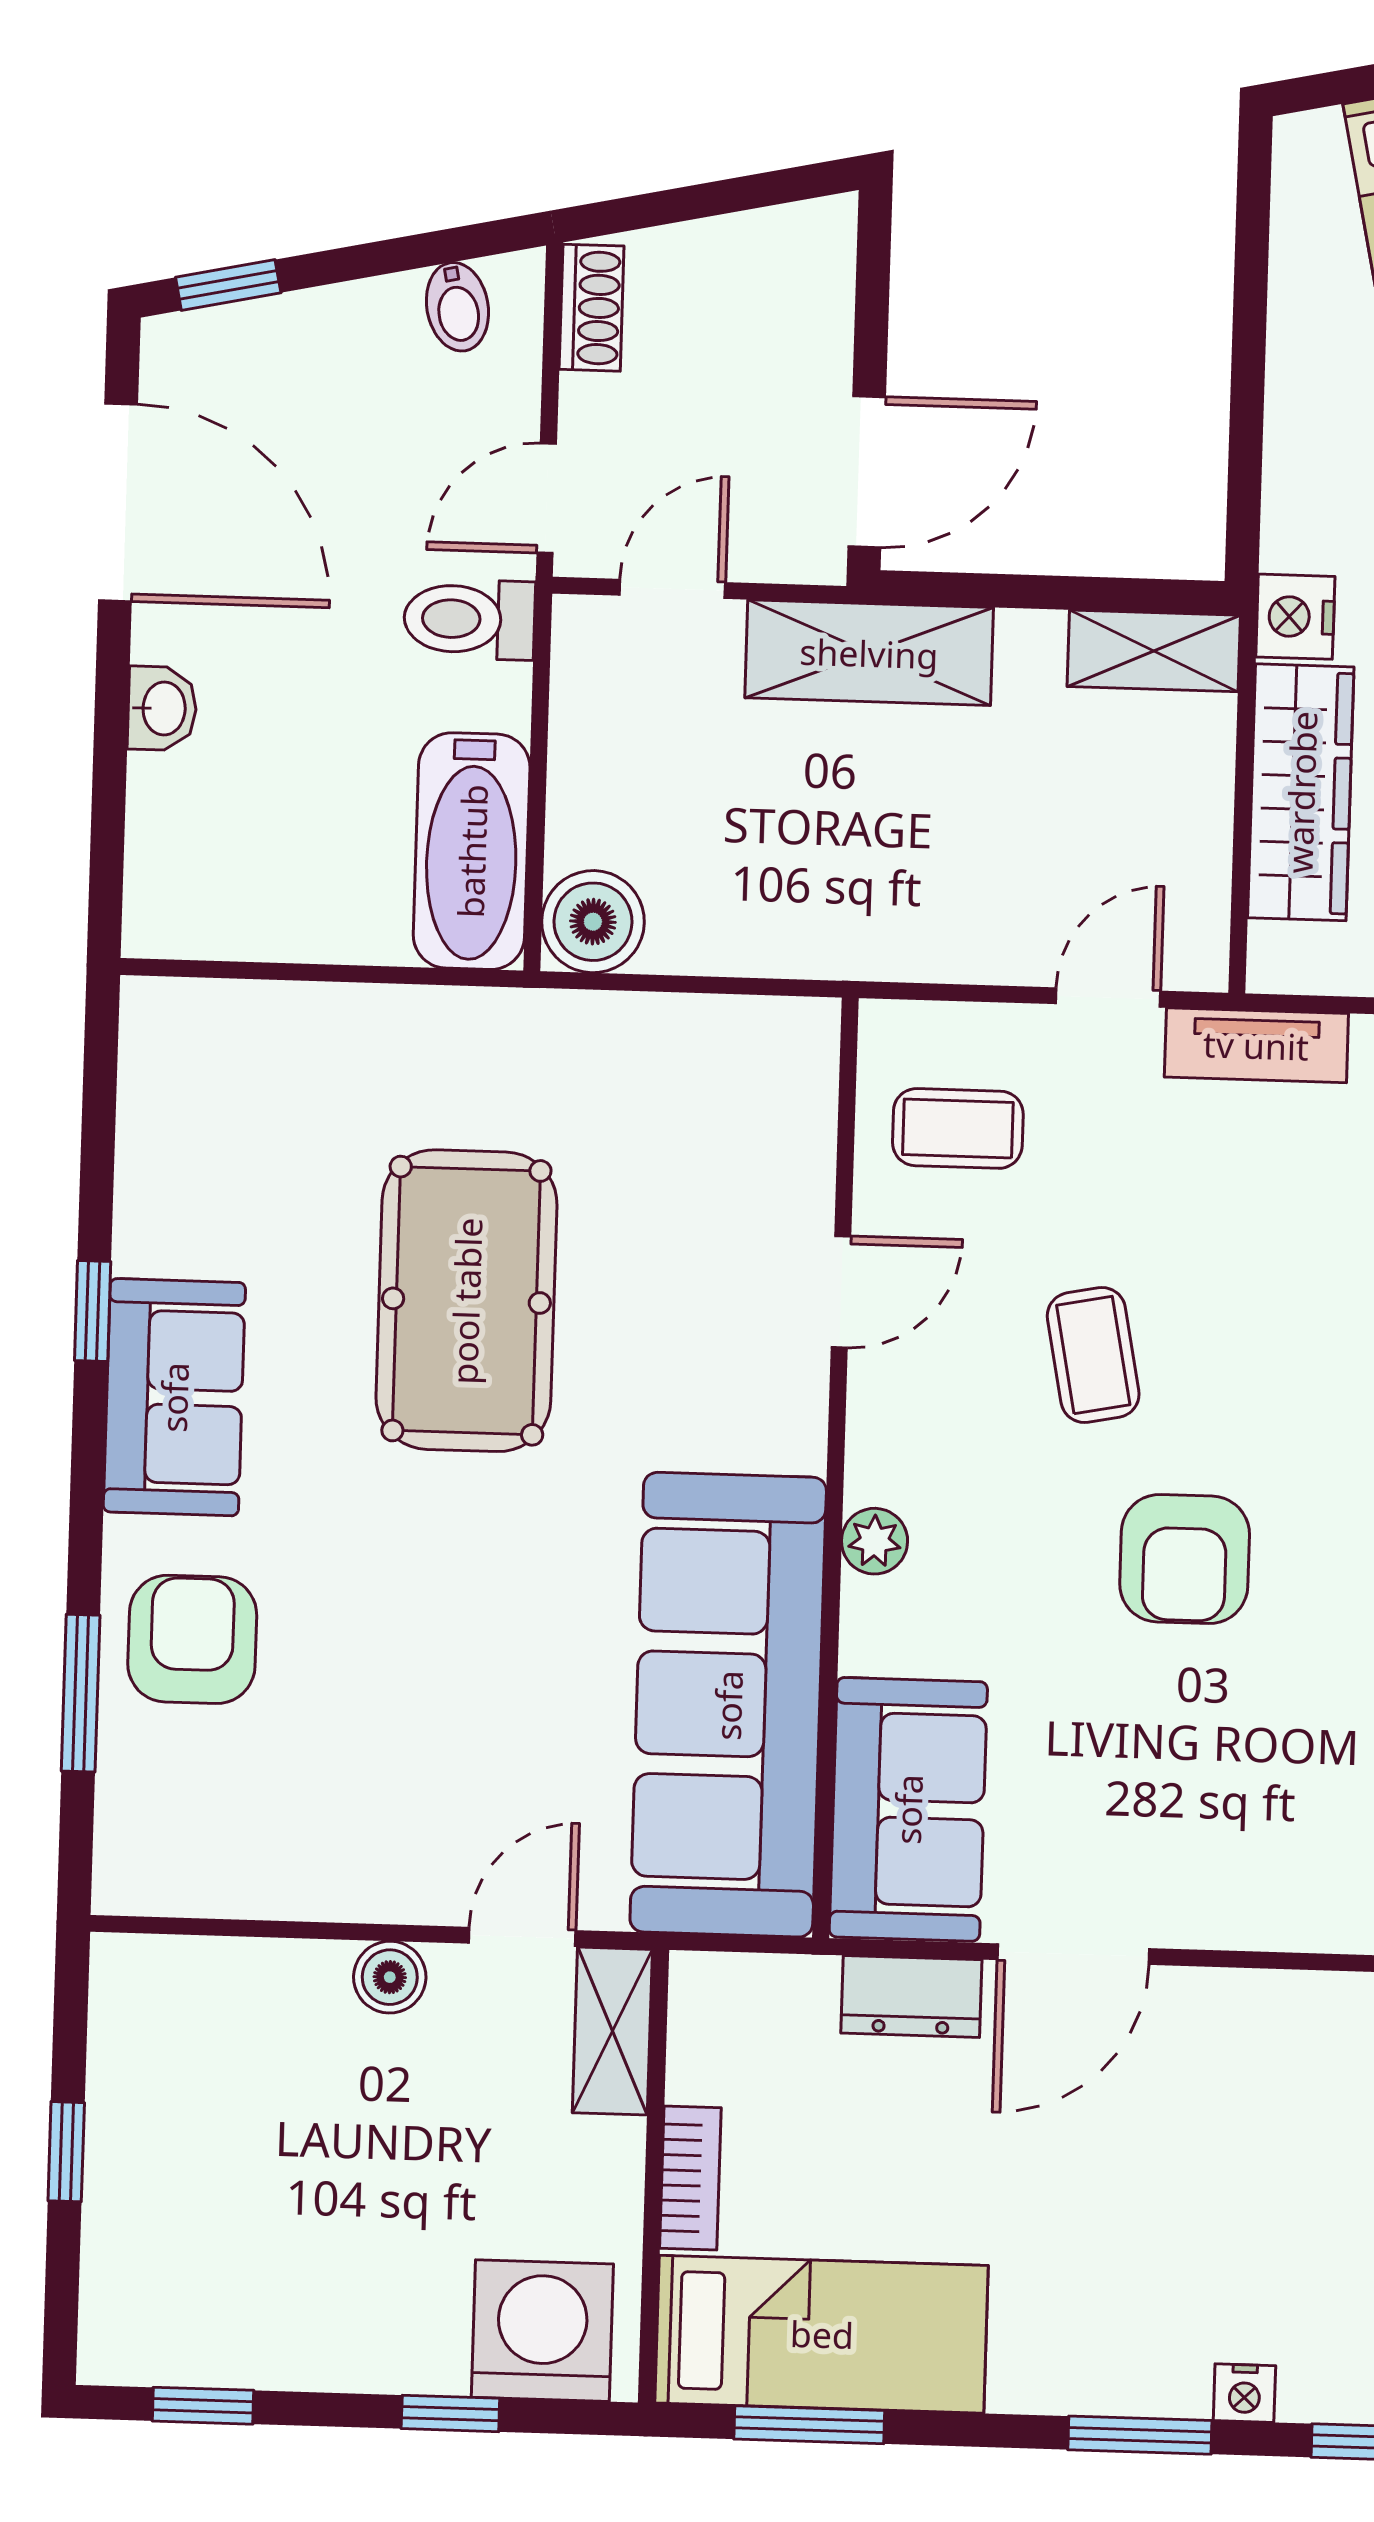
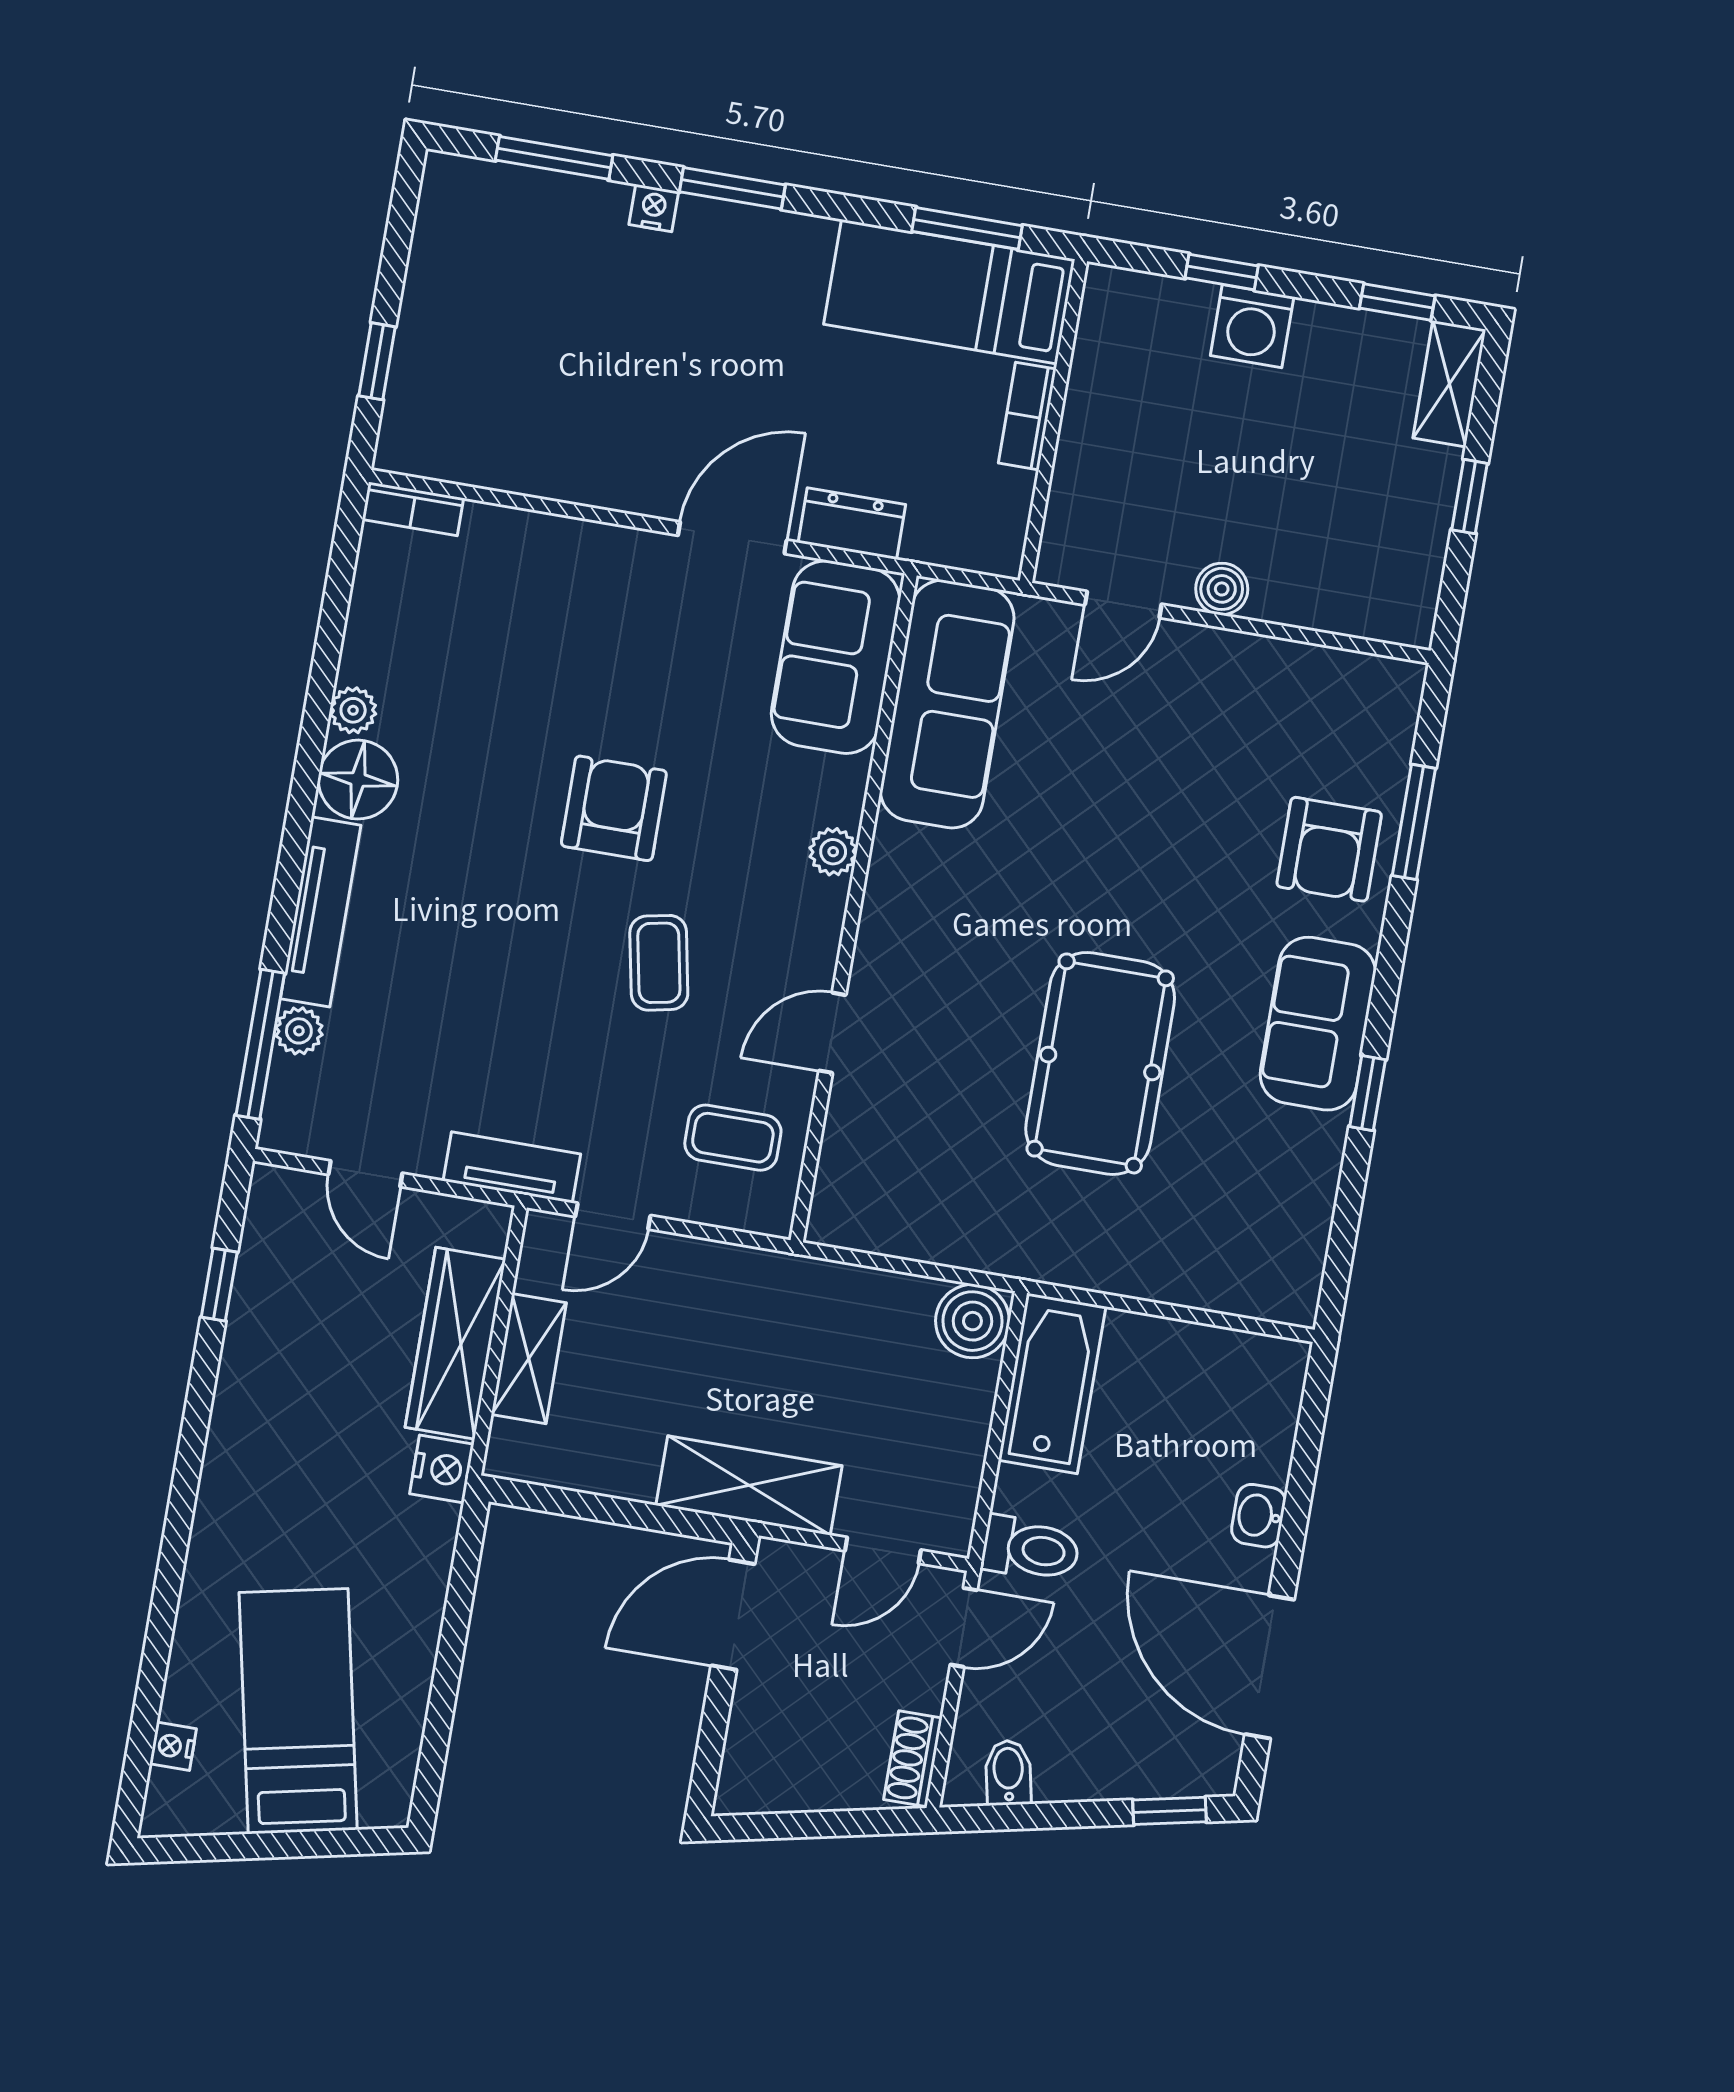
shelving: (1154, 651) -> (529, 1359), moved, turned 90
sofa: (728, 1705) -> (947, 704), width x0.74, depth x0.79
shelving: (612, 2031) -> (1449, 384), moved
washing machine: (542, 2331) -> (1252, 326), moved, width x0.73, depth x0.73

